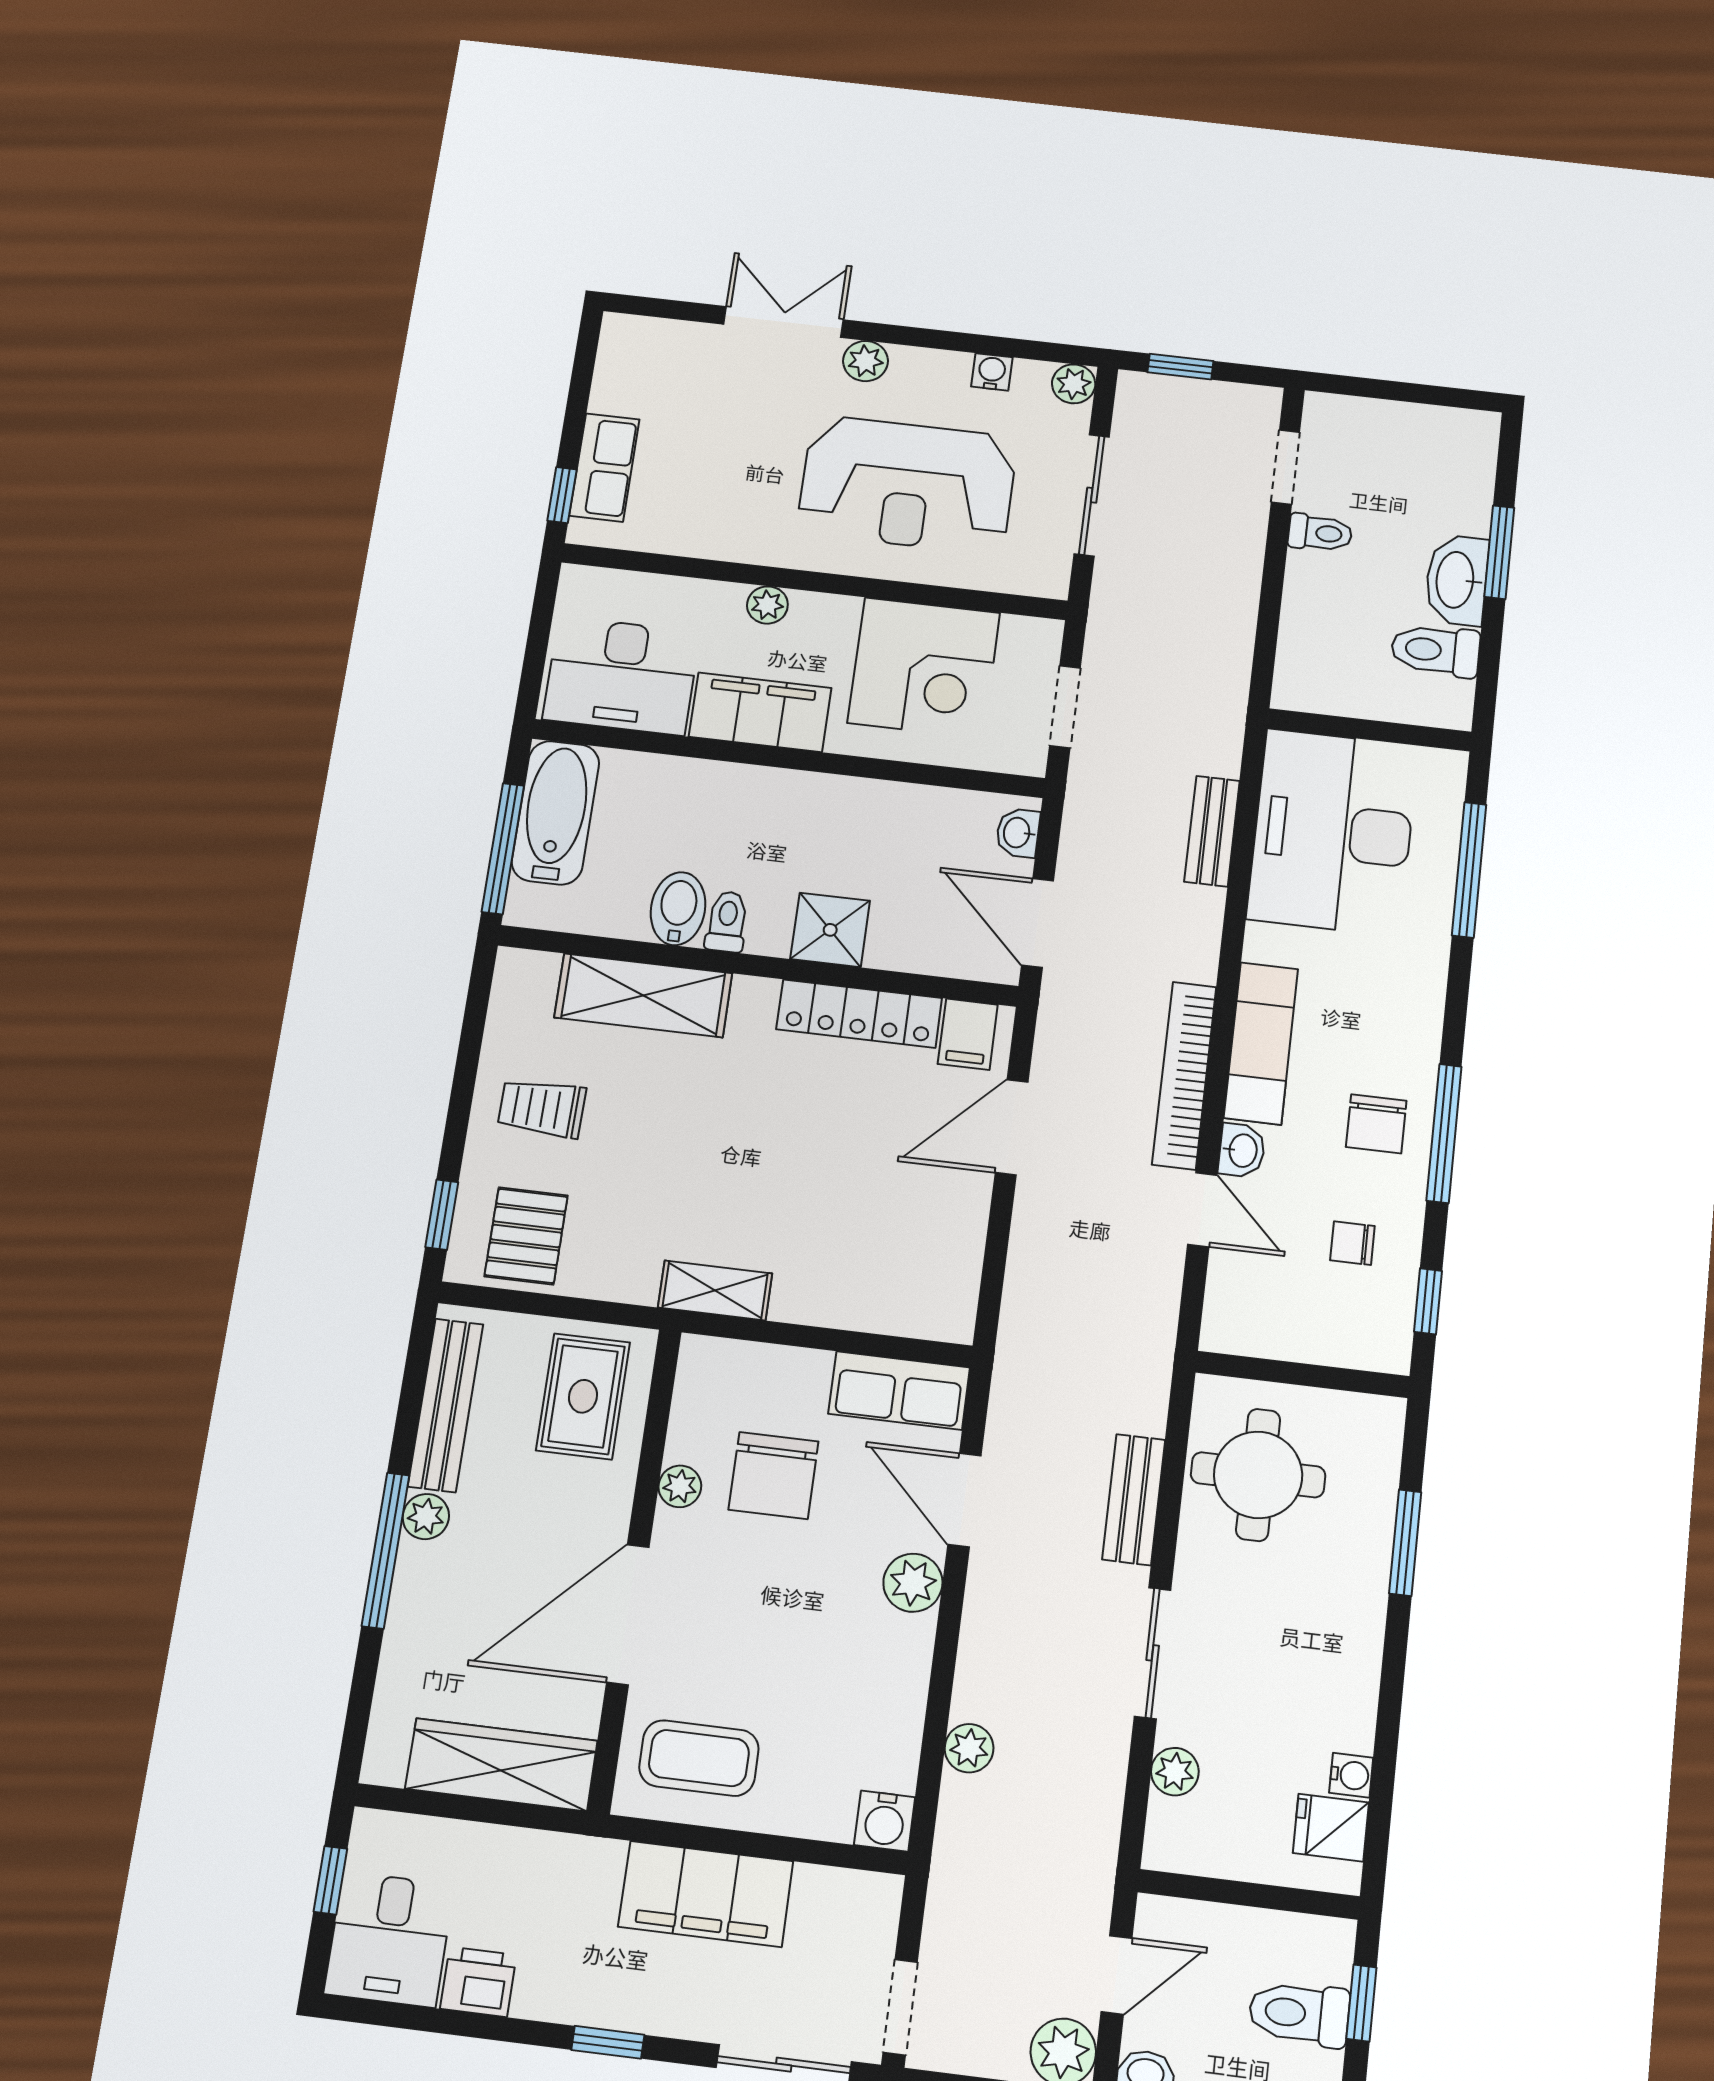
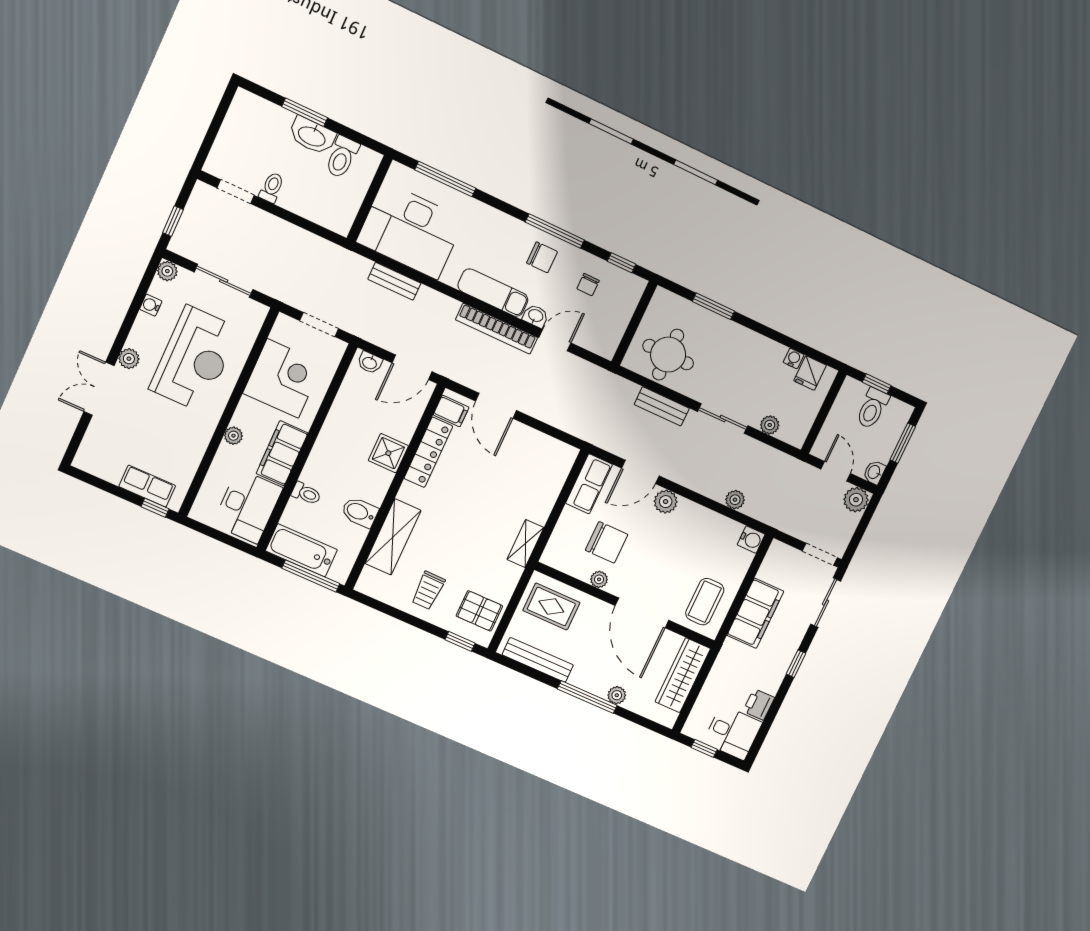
toilet: (727, 922) -> (306, 493), moved, turned 180
plant: (426, 1517) -> (617, 695), moved

